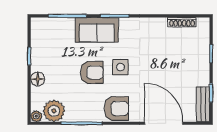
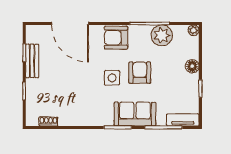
shoe rack: (182, 22) -> (48, 121), width x0.70
tv unit: (47, 24) -> (183, 120), added
armchair: (92, 72) -> (140, 73), turned 90
bench: (203, 104) -> (32, 61), moved
plant: (54, 111) -> (162, 35), moved

